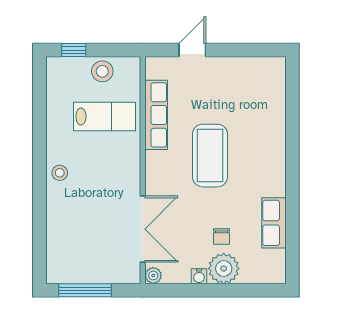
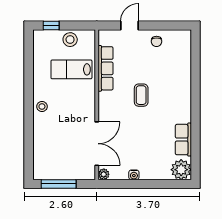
lab bench: (104, 117) -> (71, 69), turned 180
coffee table: (210, 156) -> (141, 95), width x0.54, depth x0.58
chair: (222, 237) -> (157, 41), moved
plant: (224, 269) -> (181, 170), moved

